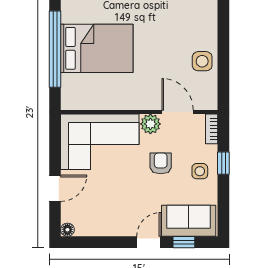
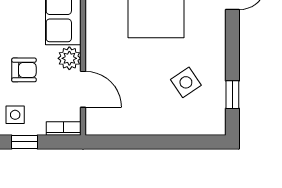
side table: (202, 61) -> (186, 82), moved, turned -34
door: (178, 112) -> (83, 89), hinge flipped

